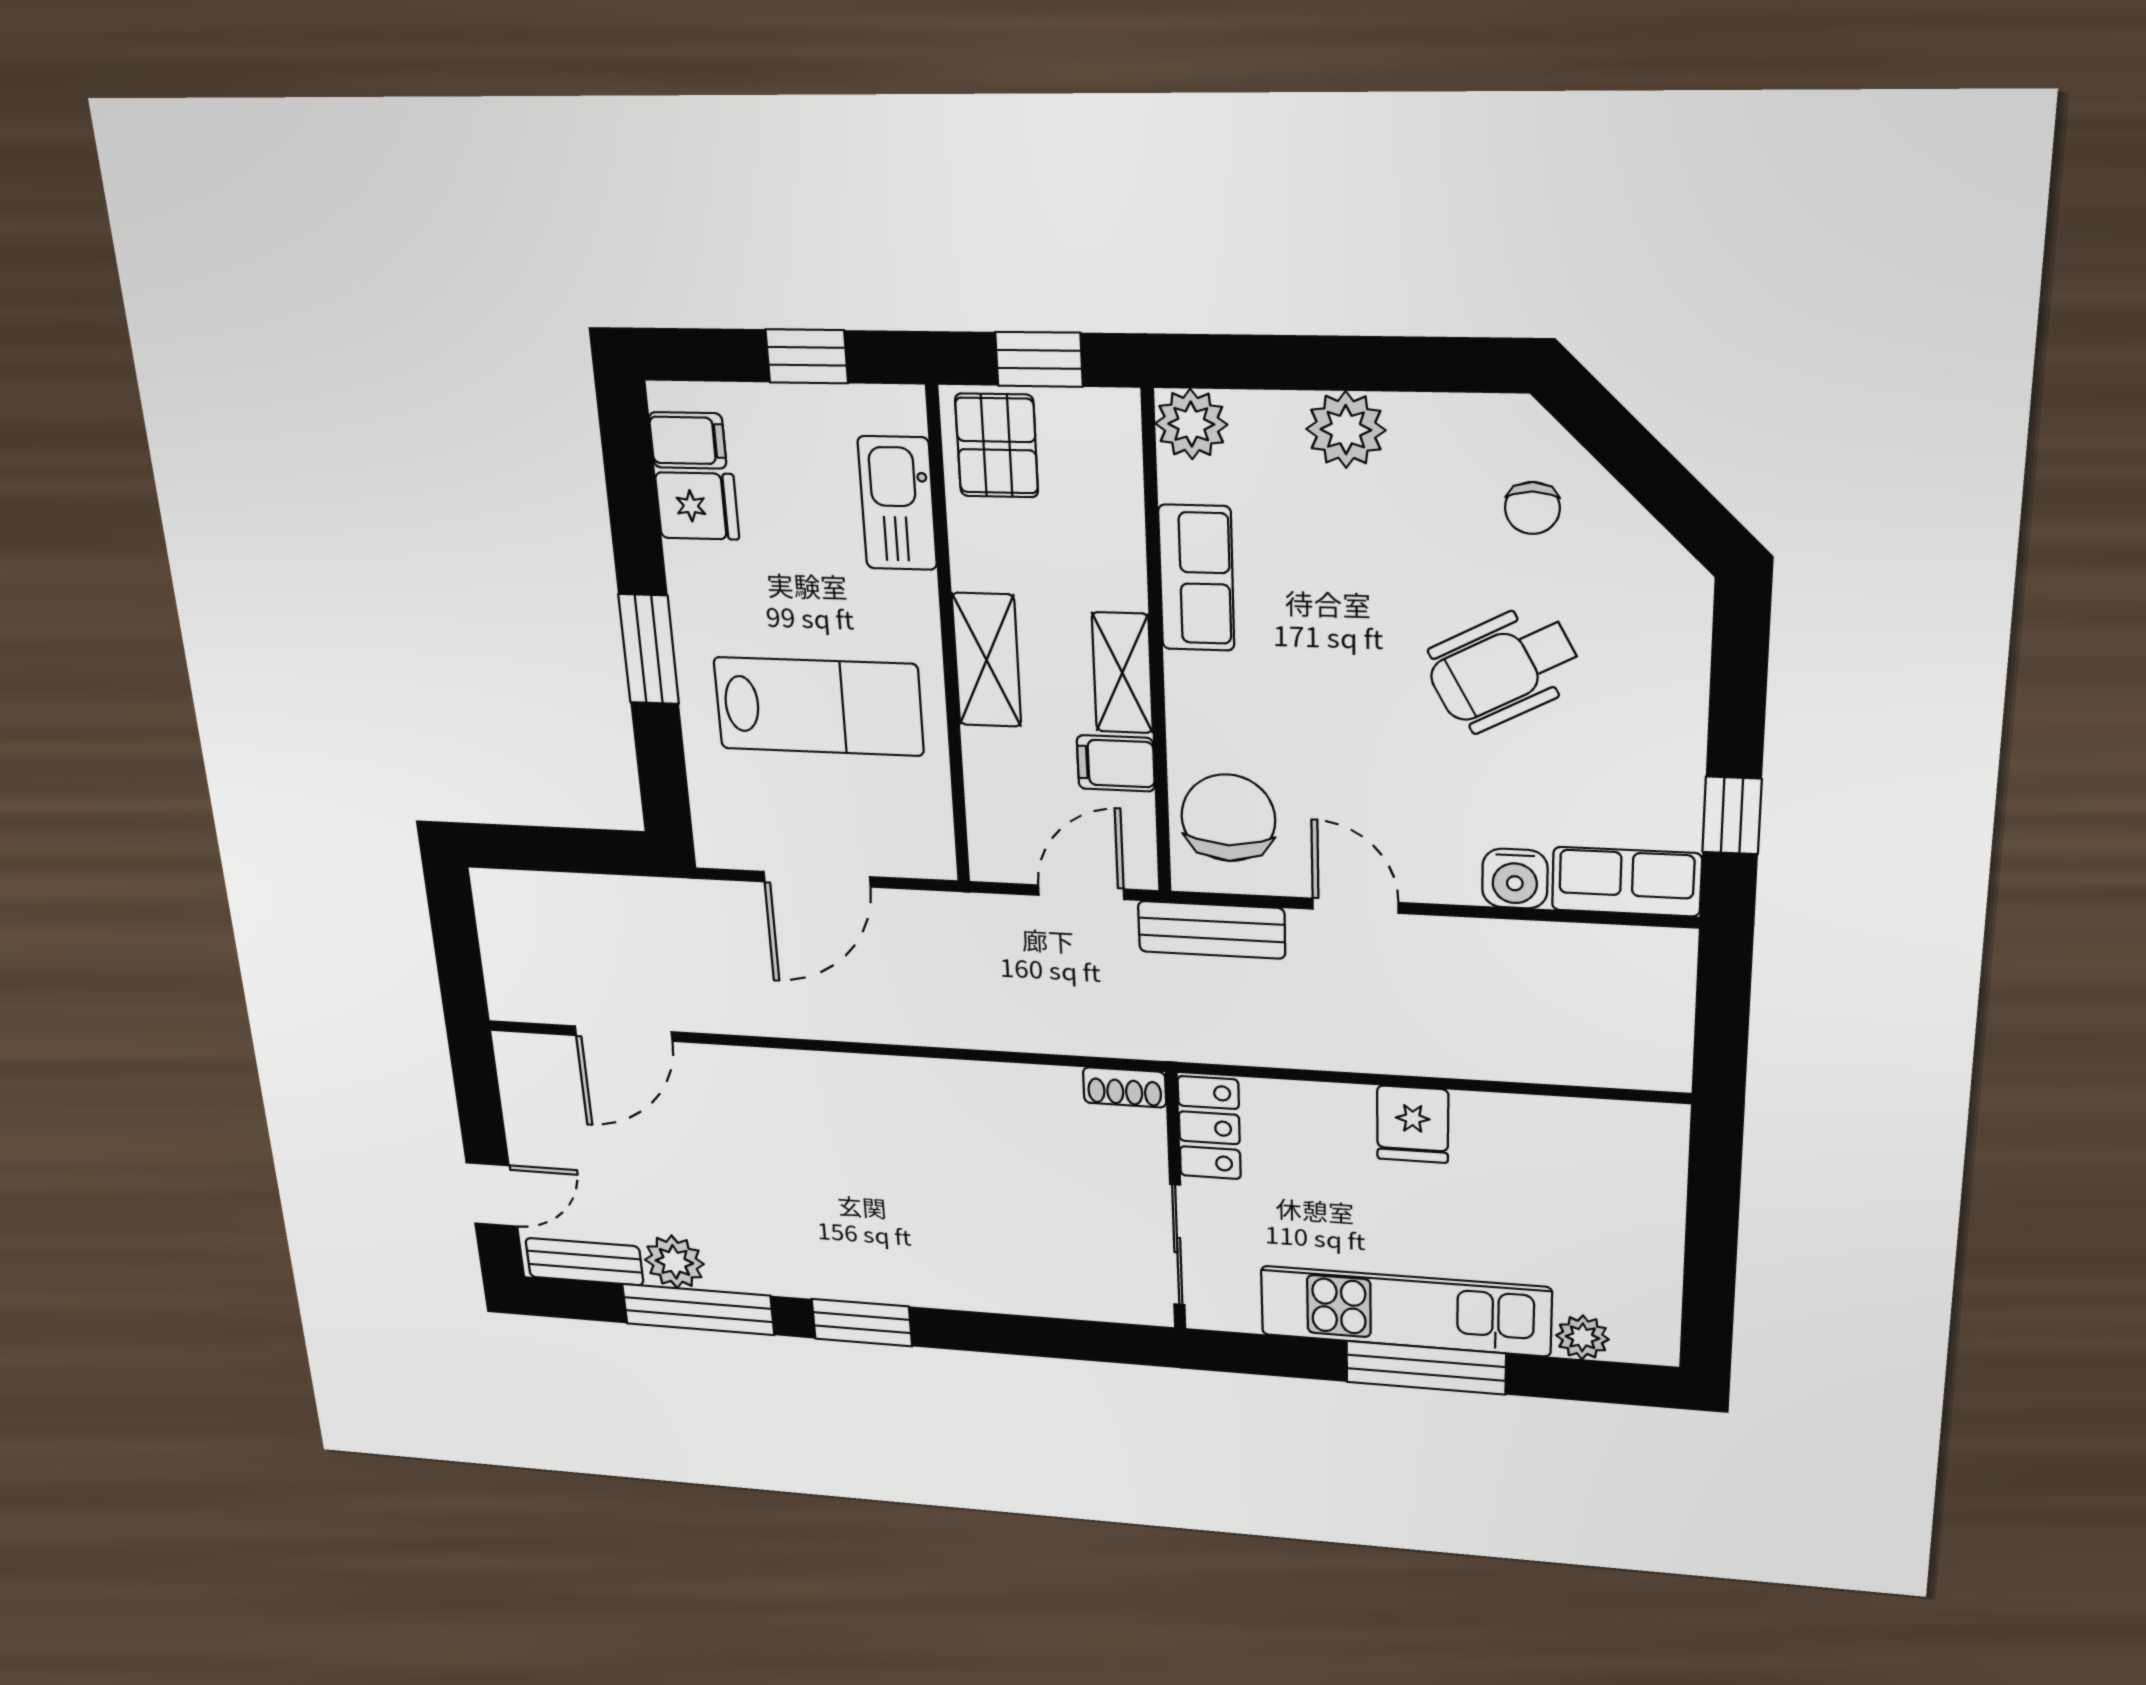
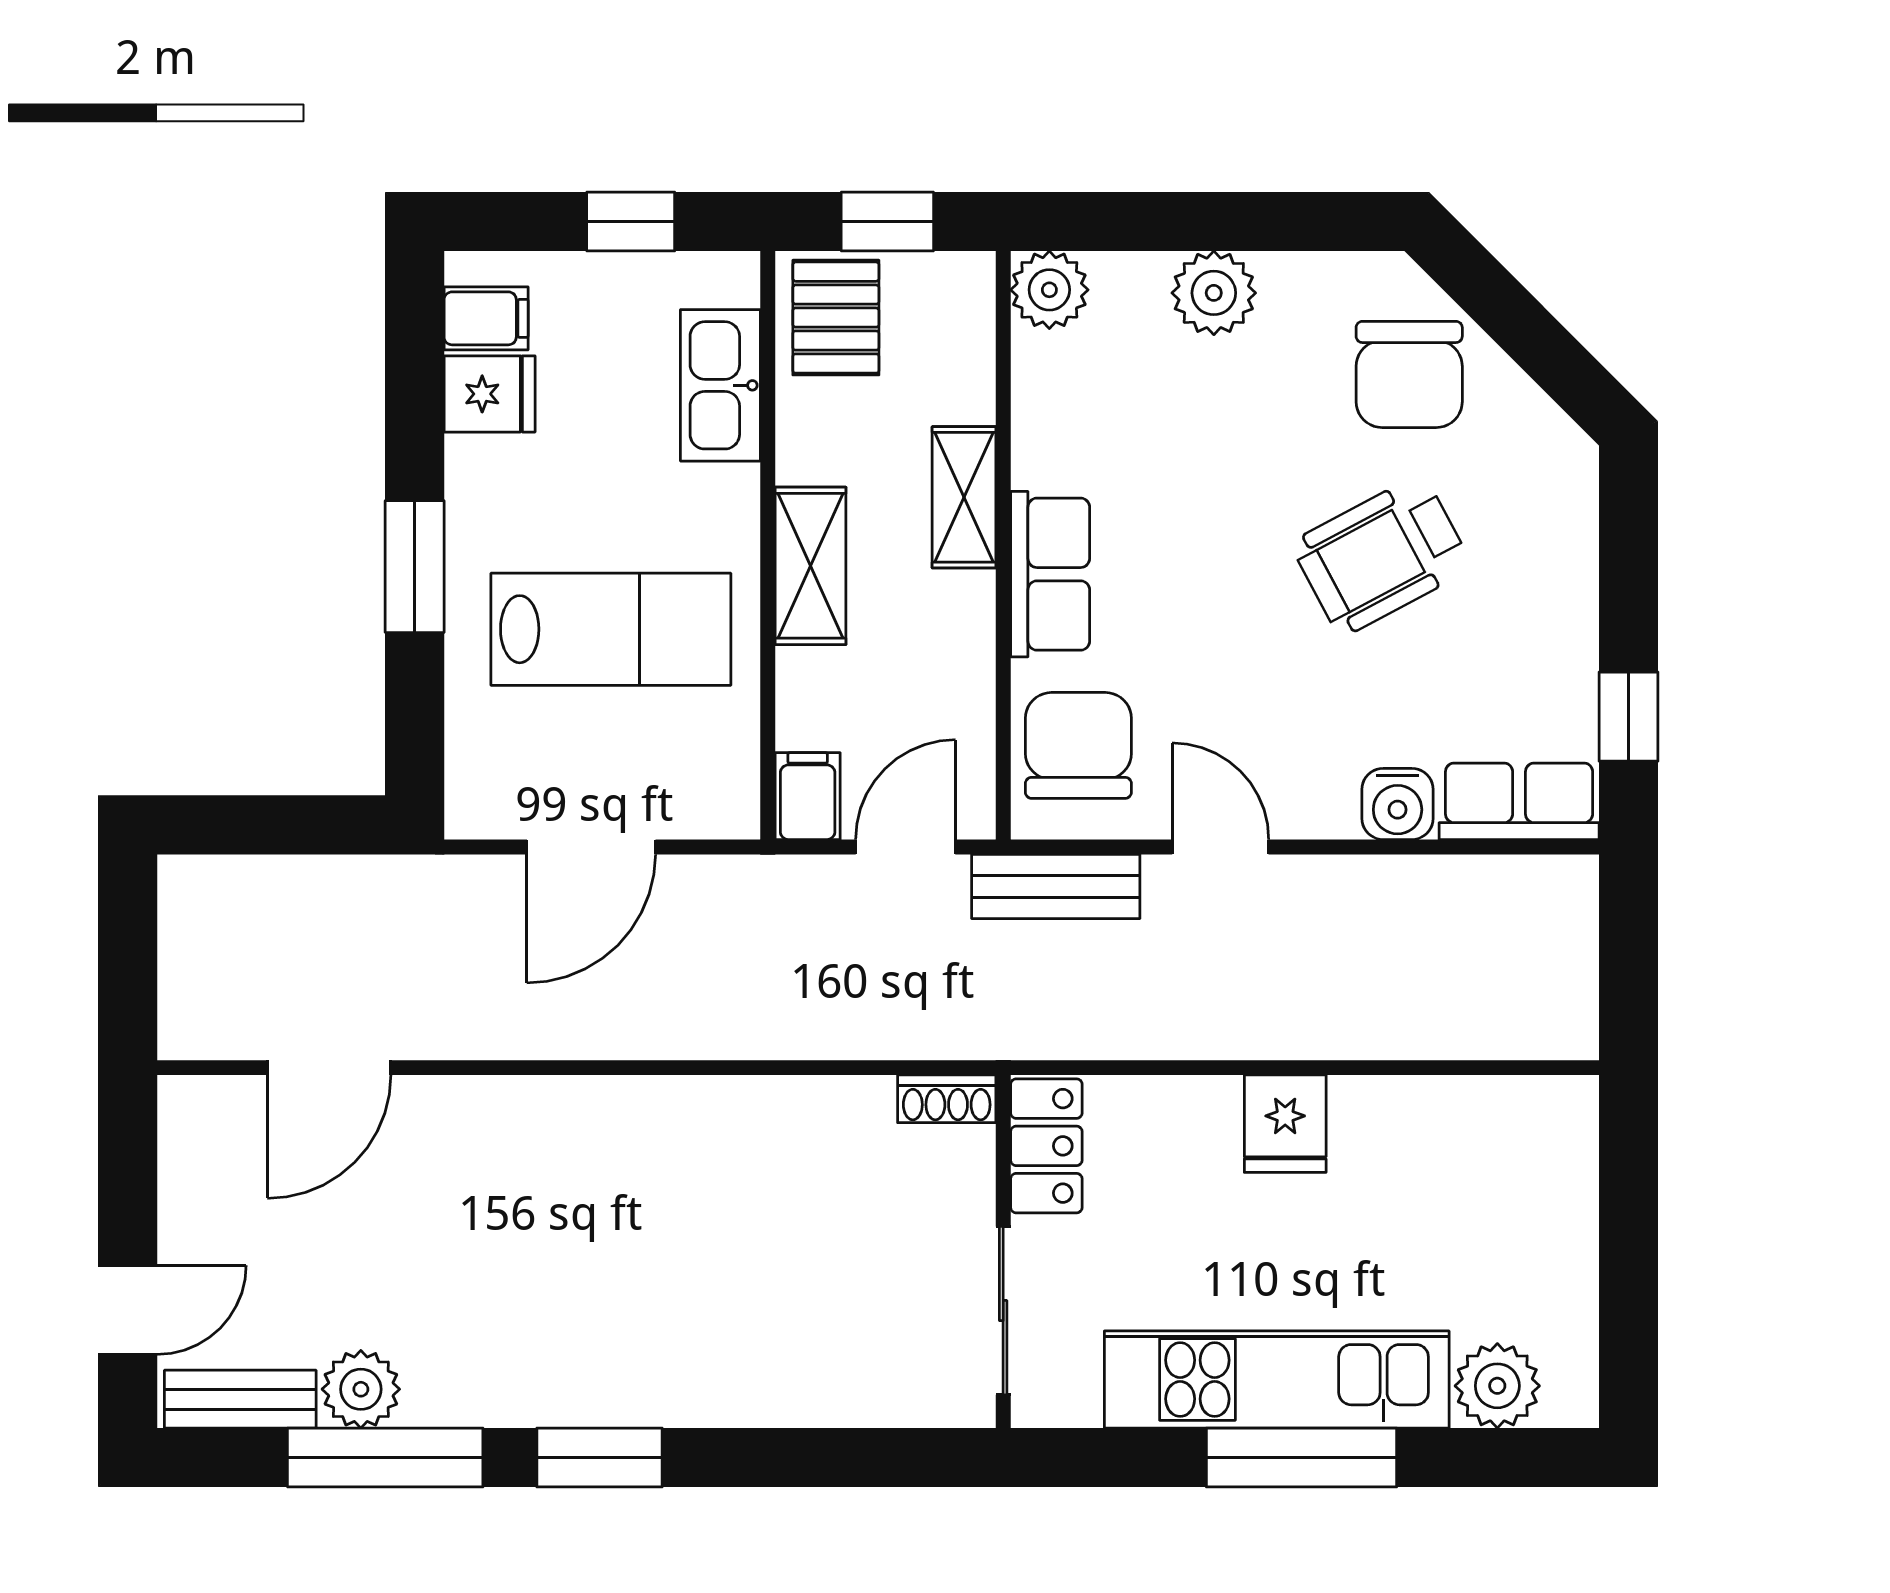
chair: (1532, 508) -> (1409, 374), width x1.87, depth x1.87
row of seats: (1196, 578) -> (1050, 574), moved
shelving: (1122, 673) -> (964, 497), moved
filing cabinet: (1116, 763) -> (808, 796), moved, turned 90
plant: (1582, 1337) -> (1497, 1386), width x1.38, depth x1.38

